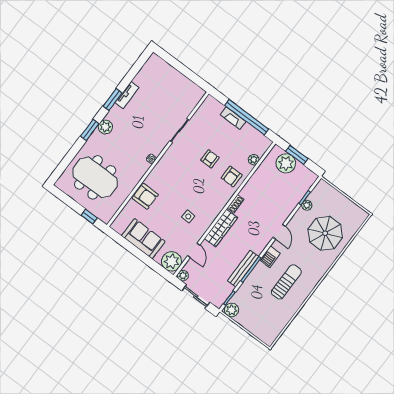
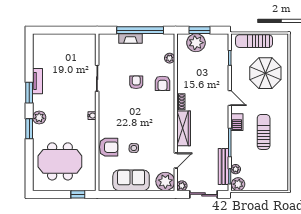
sun lounger: (336, 199) -> (254, 41), added
plant: (307, 205) -> (236, 169), moved
side table: (188, 216) -> (134, 148), moved
door: (194, 250) -> (176, 161), hinge flipped
bench: (243, 269) -> (223, 167), moved

